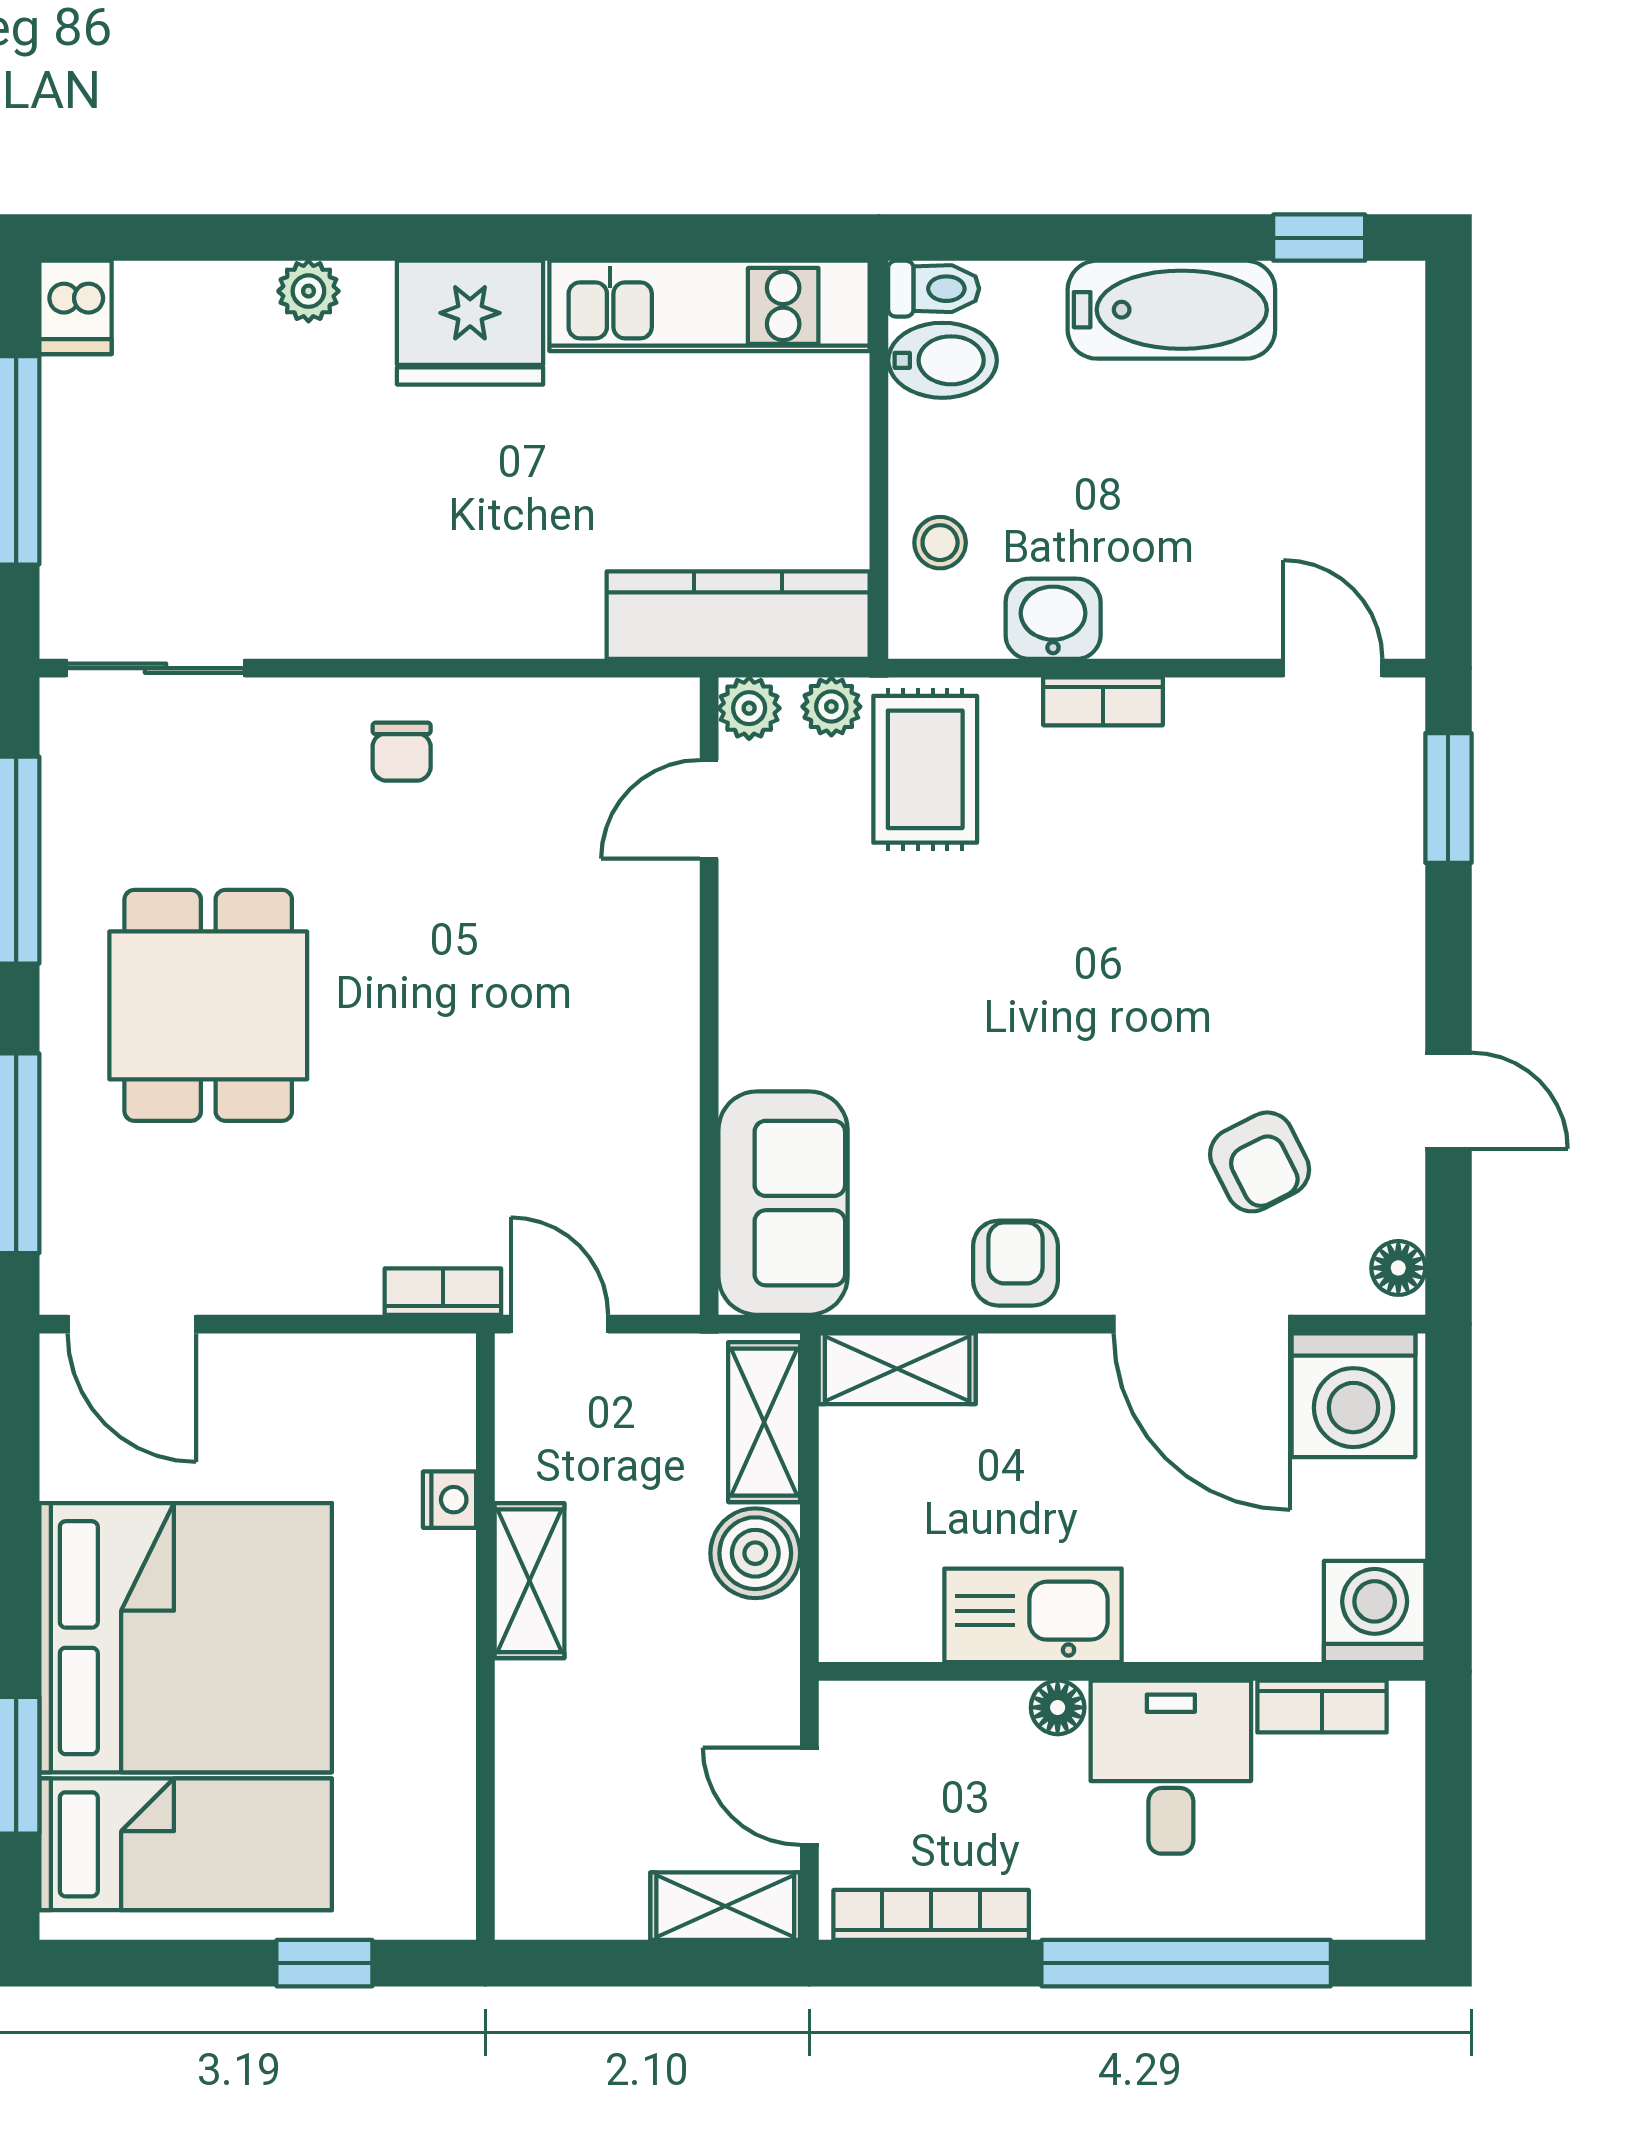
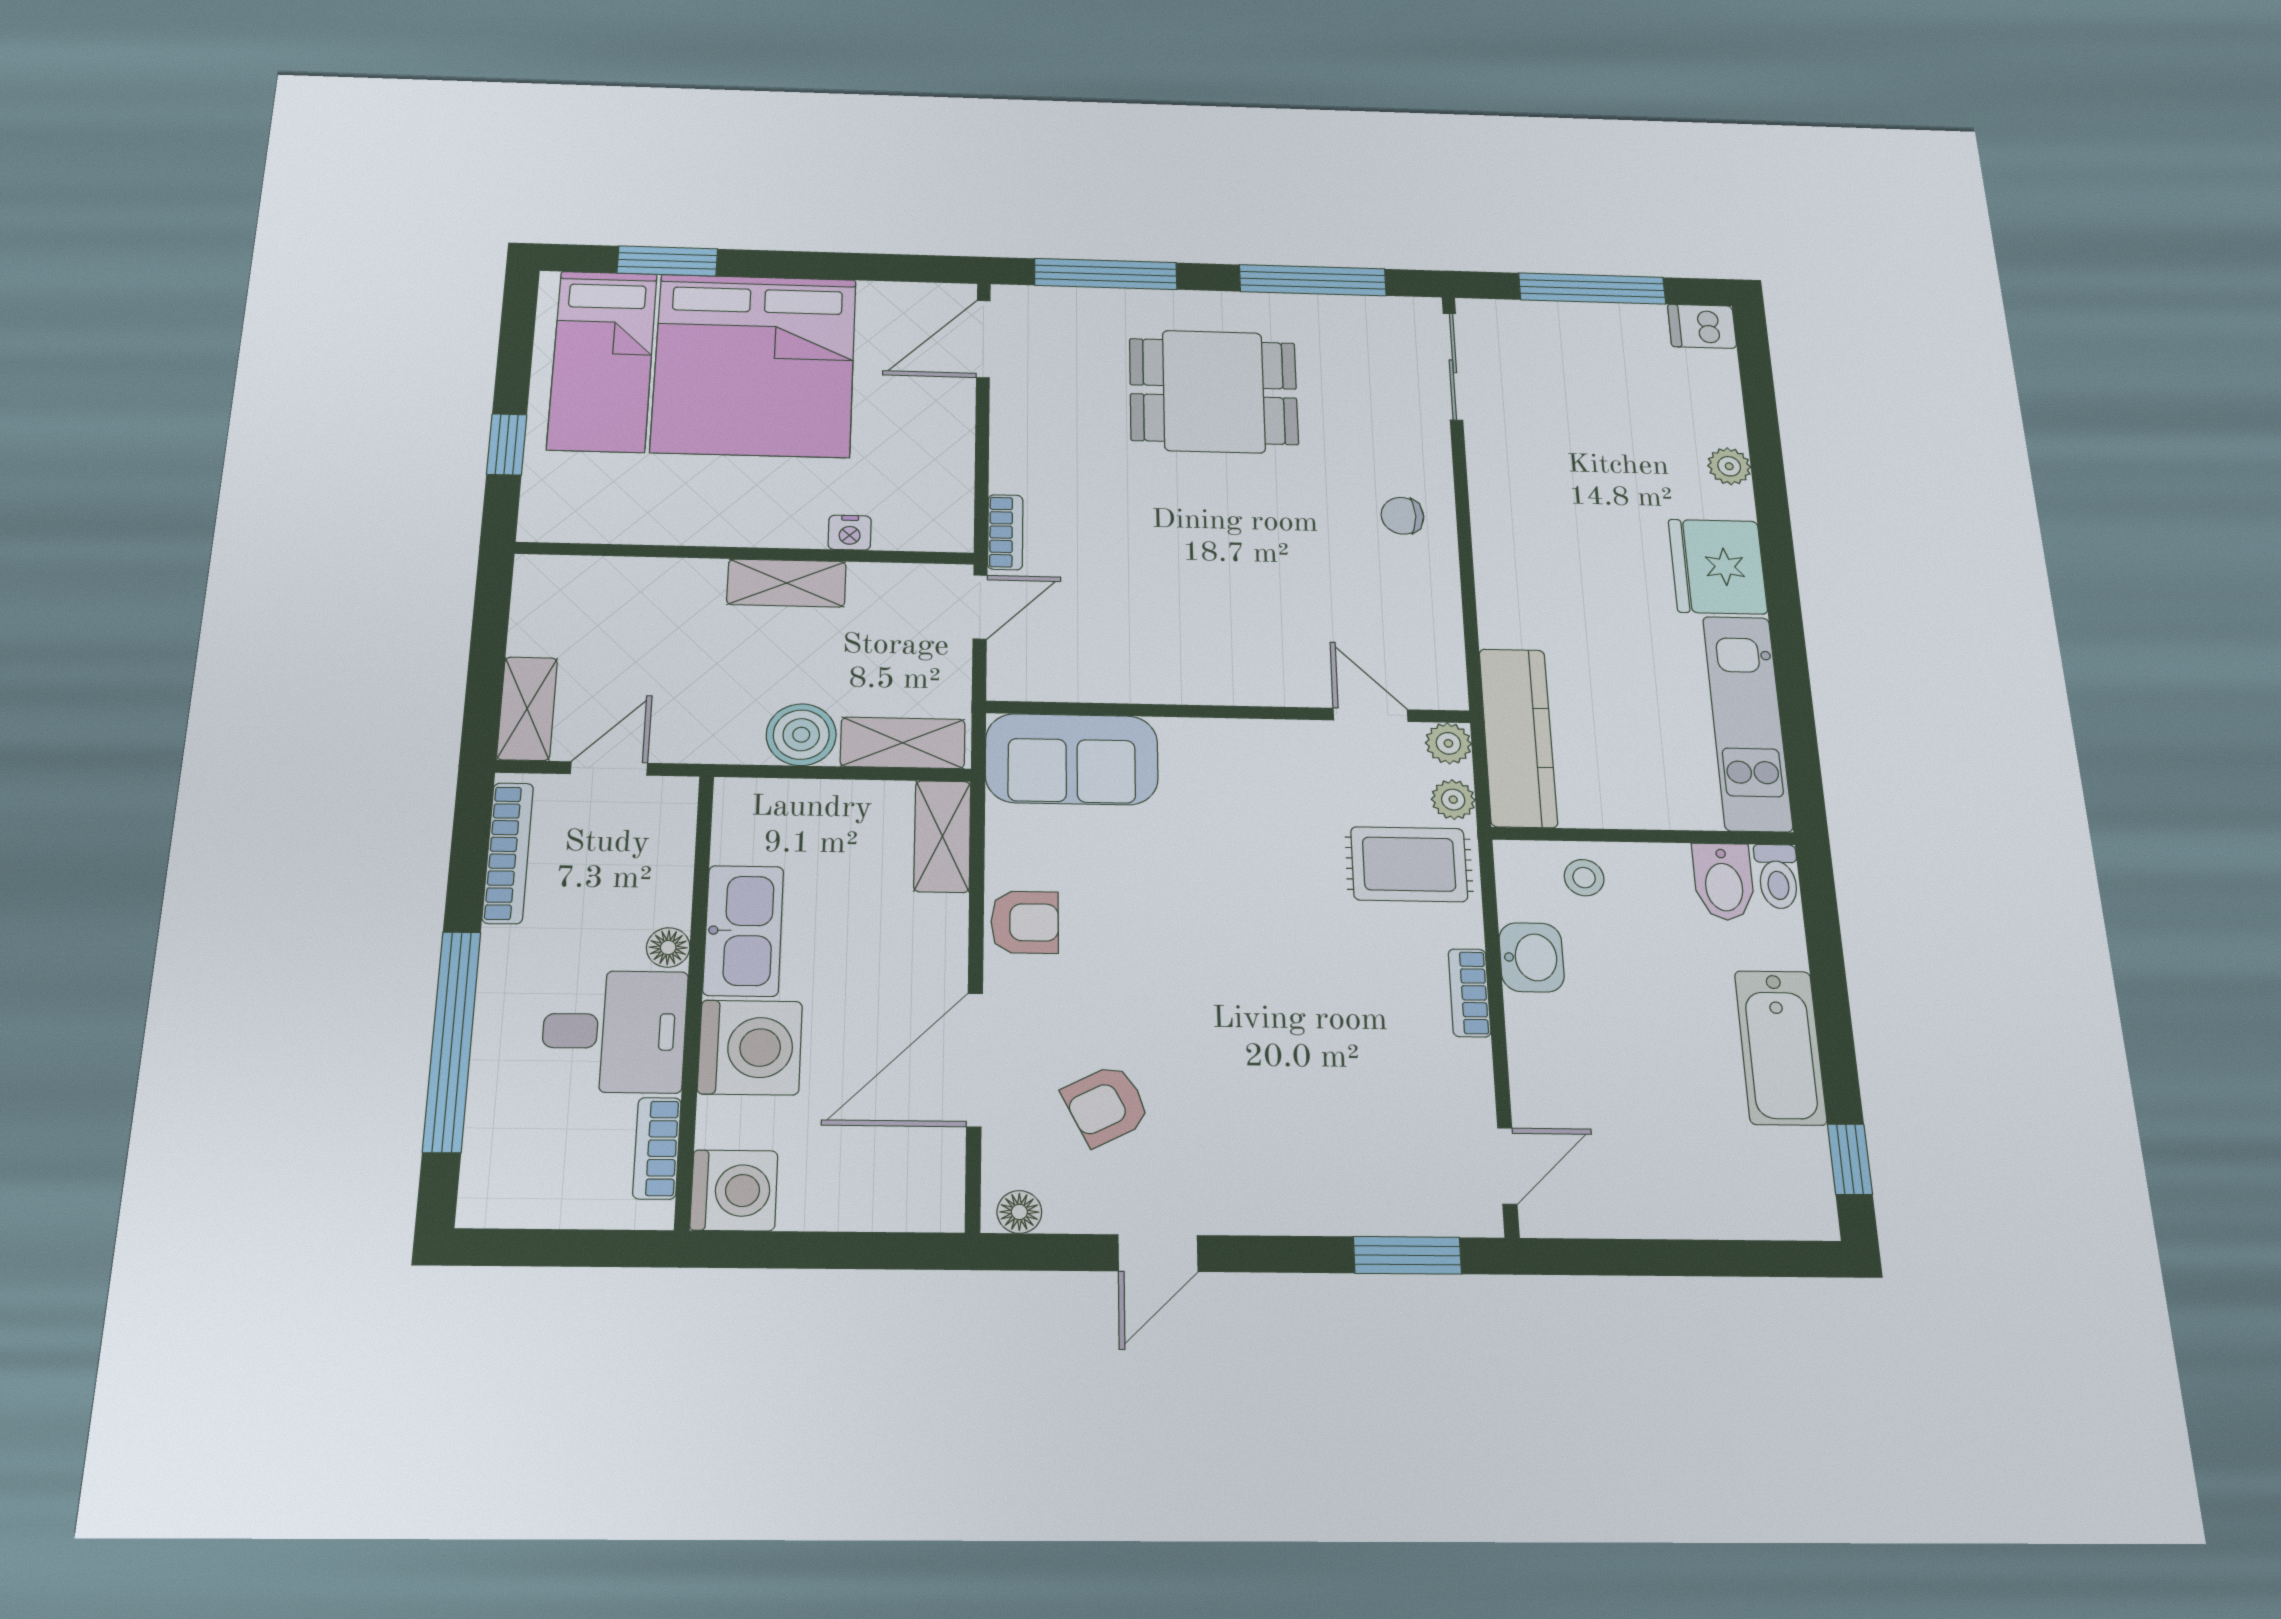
washing machine: (1353, 1395) -> (750, 1047), moved, turned 180

